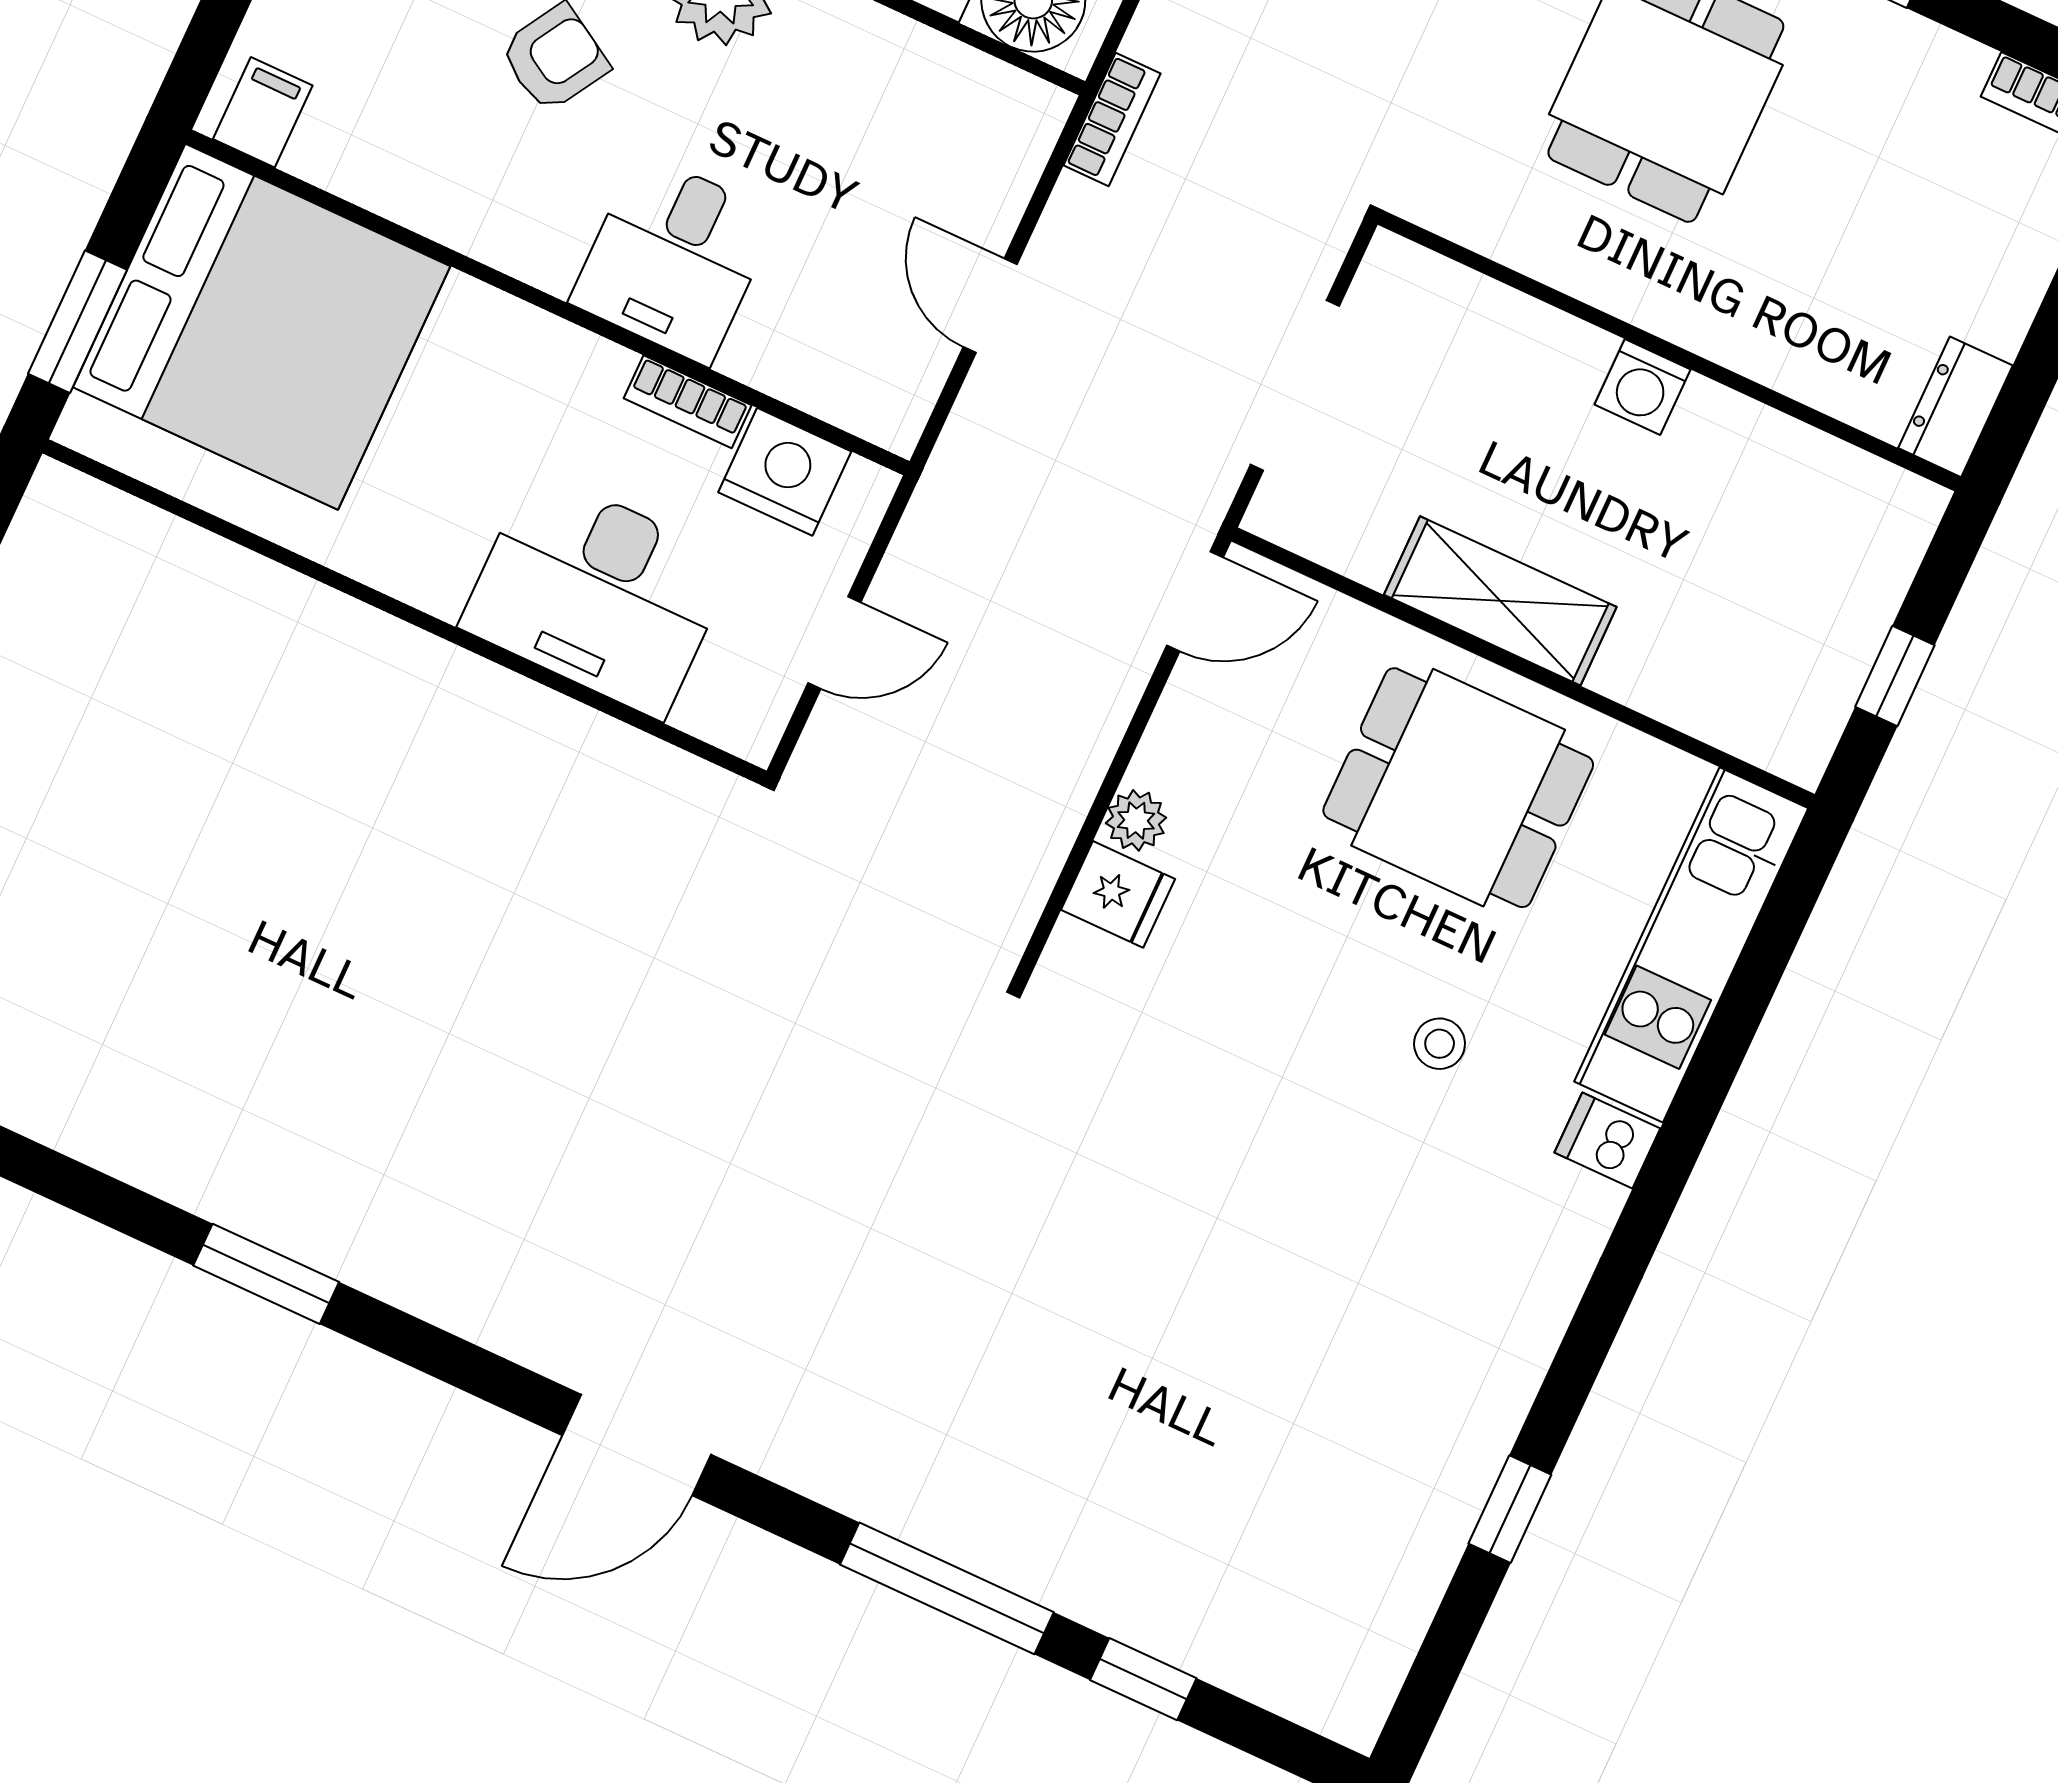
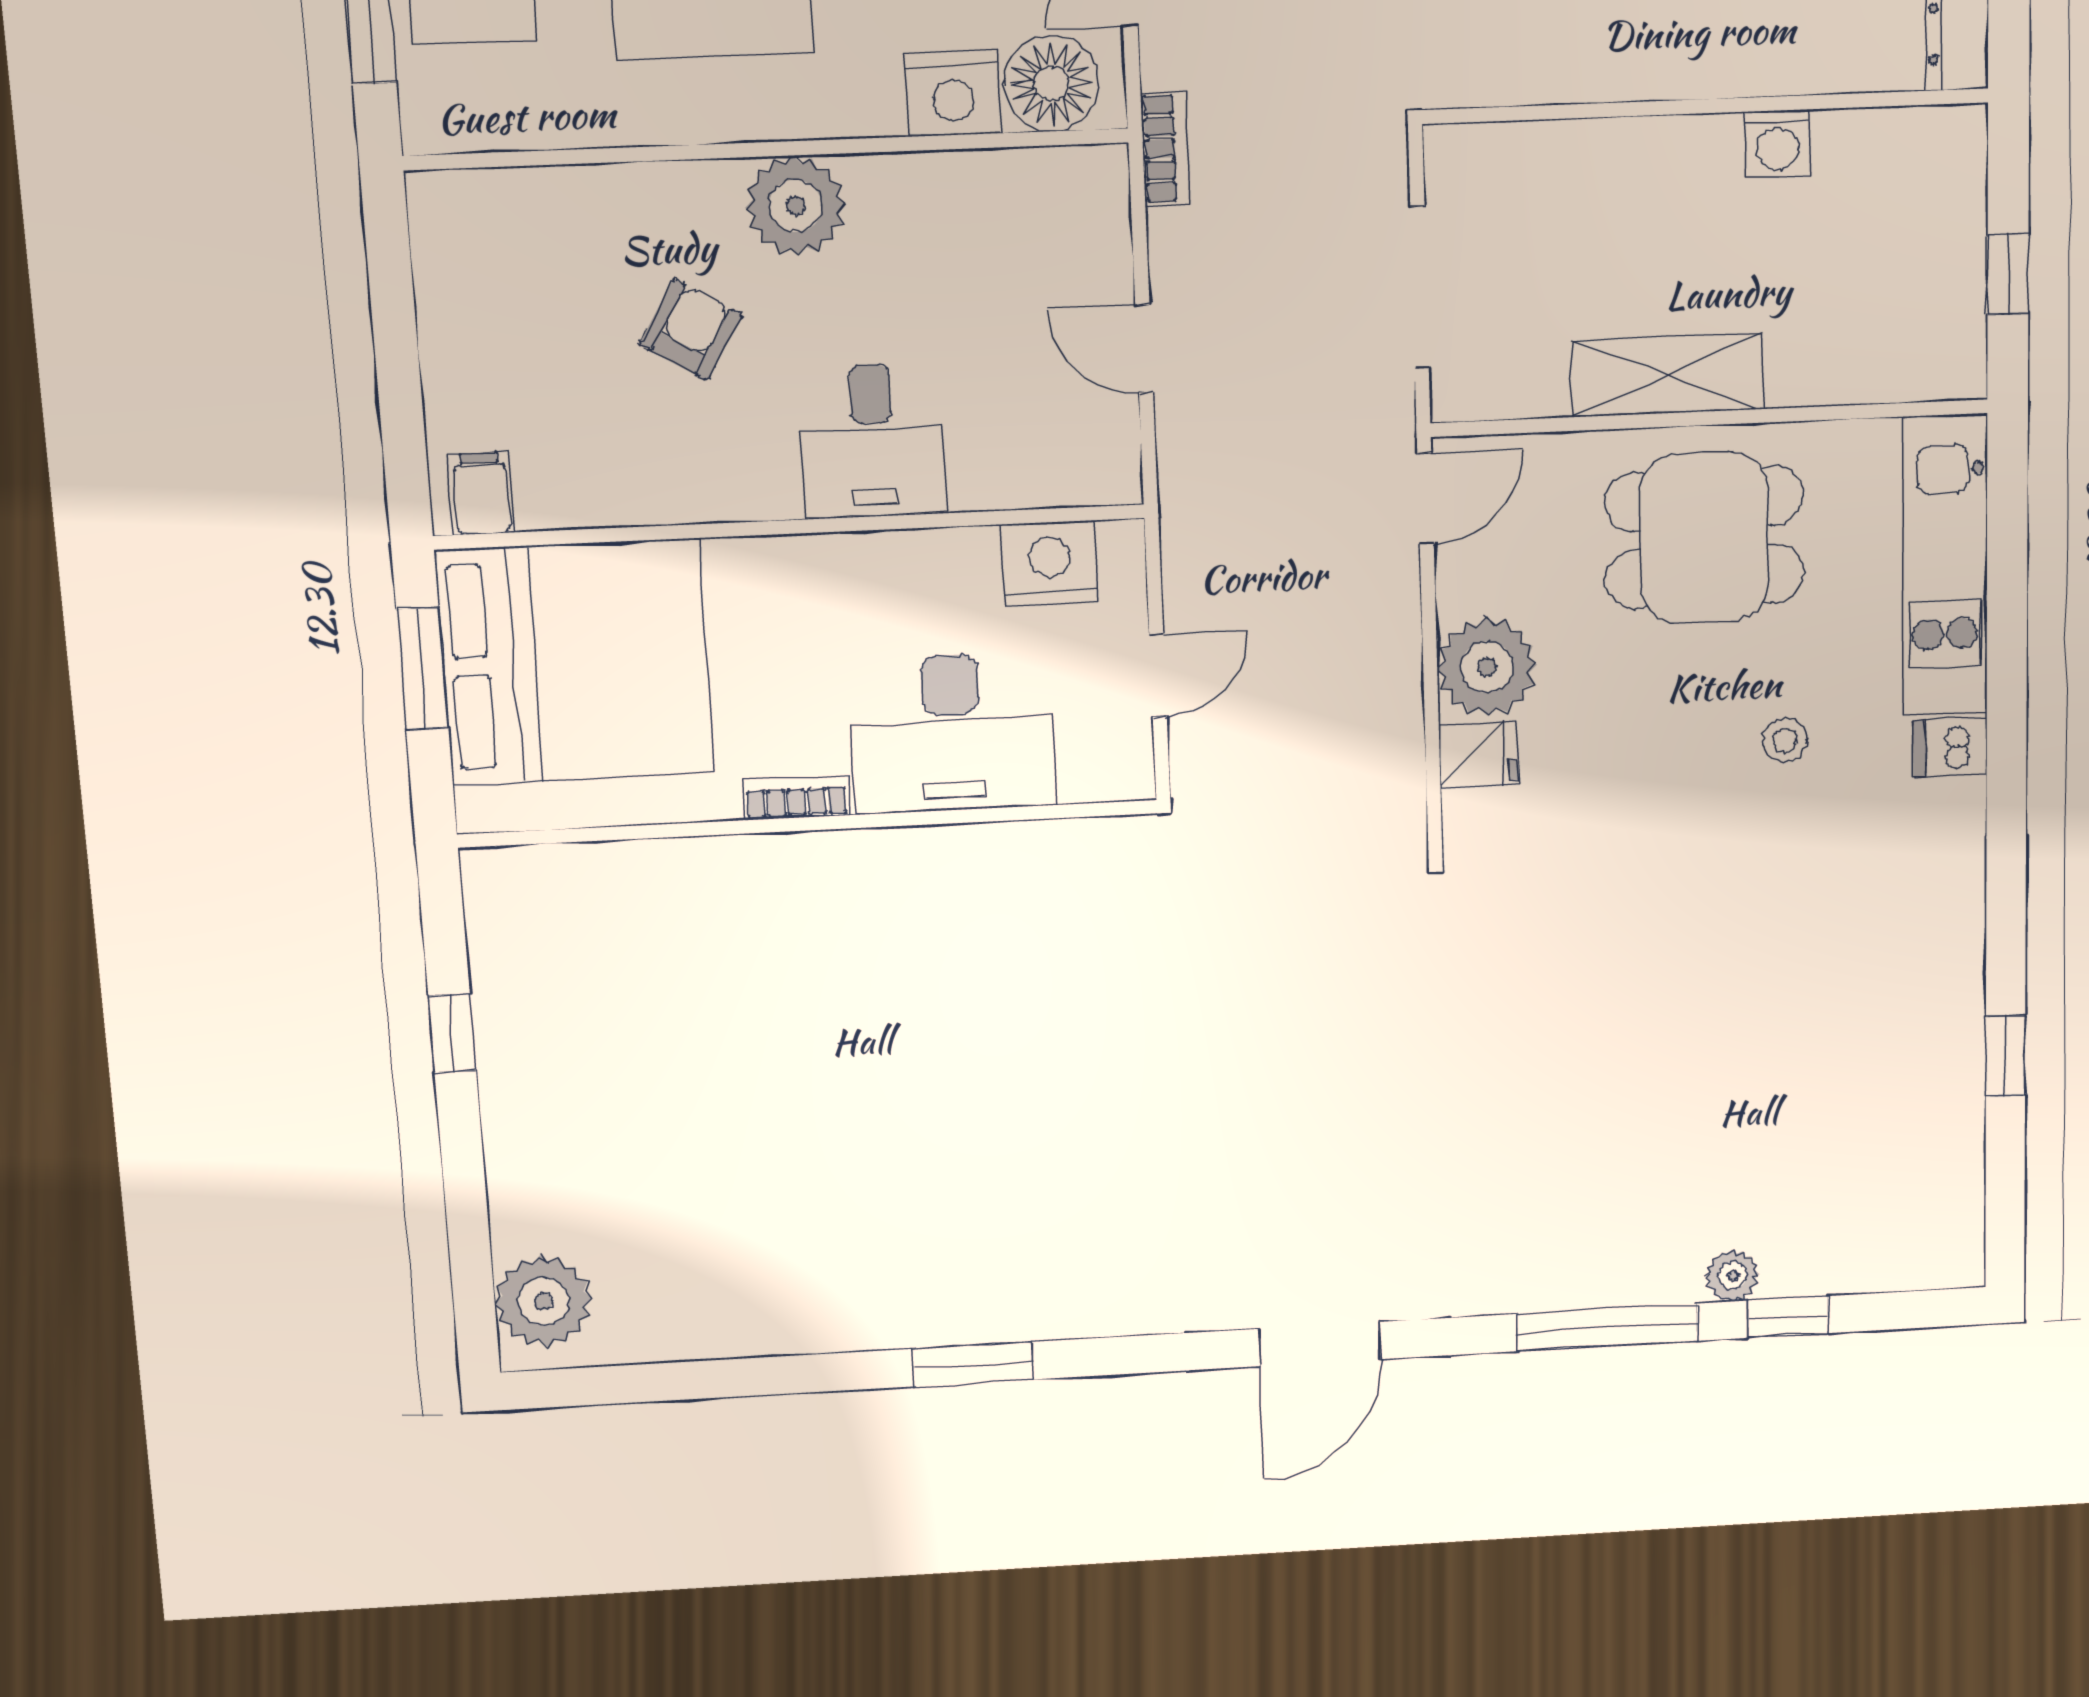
window: (78, 322) -> (422, 668), moved
washing machine: (1642, 387) -> (1778, 143), moved
bookcase: (688, 402) -> (796, 797), moved, turned 180
plant: (1136, 820) -> (1487, 667), width x1.87, depth x1.87
plant: (1107, 1601) -> (1733, 1276), added

